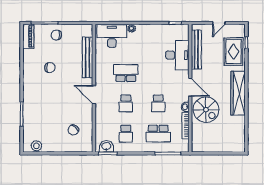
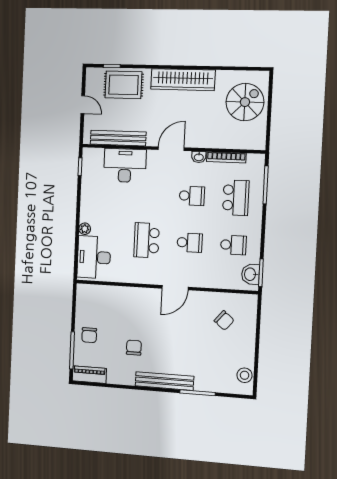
bench: (88, 57) -> (164, 381), moved
spiral stairs: (206, 110) -> (245, 102), moved

